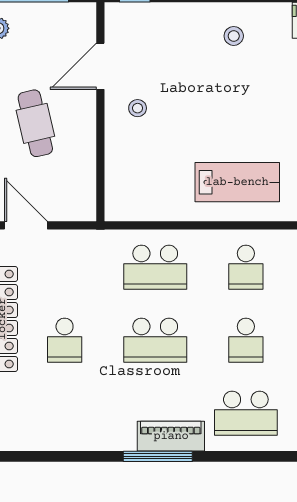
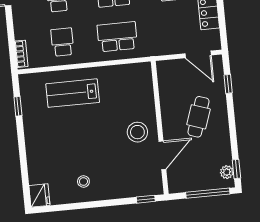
stool: (138, 108) -> (137, 132), width x1.89, depth x1.89
cafe table: (35, 123) -> (198, 117), turned 32

